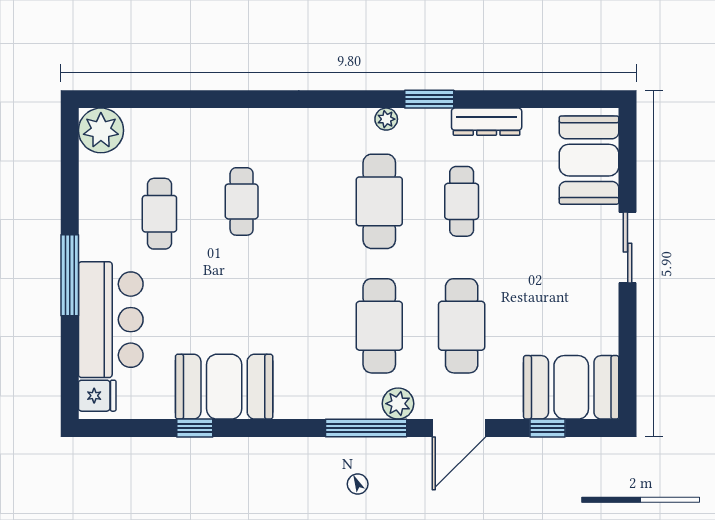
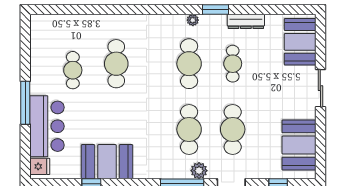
plant: (101, 130) -> (42, 26), removed
cafe table: (242, 201) -> (116, 64), width x1.37, depth x1.35
booth: (571, 387) -> (299, 145), moved, turned 90

